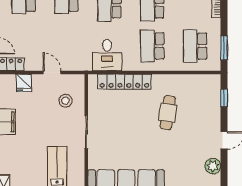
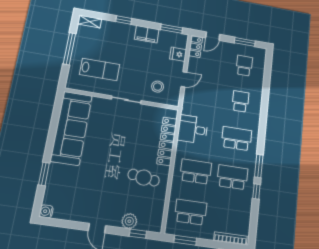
cafe table: (168, 113) -> (144, 178), moved
plant: (213, 166) -> (129, 221), moved

